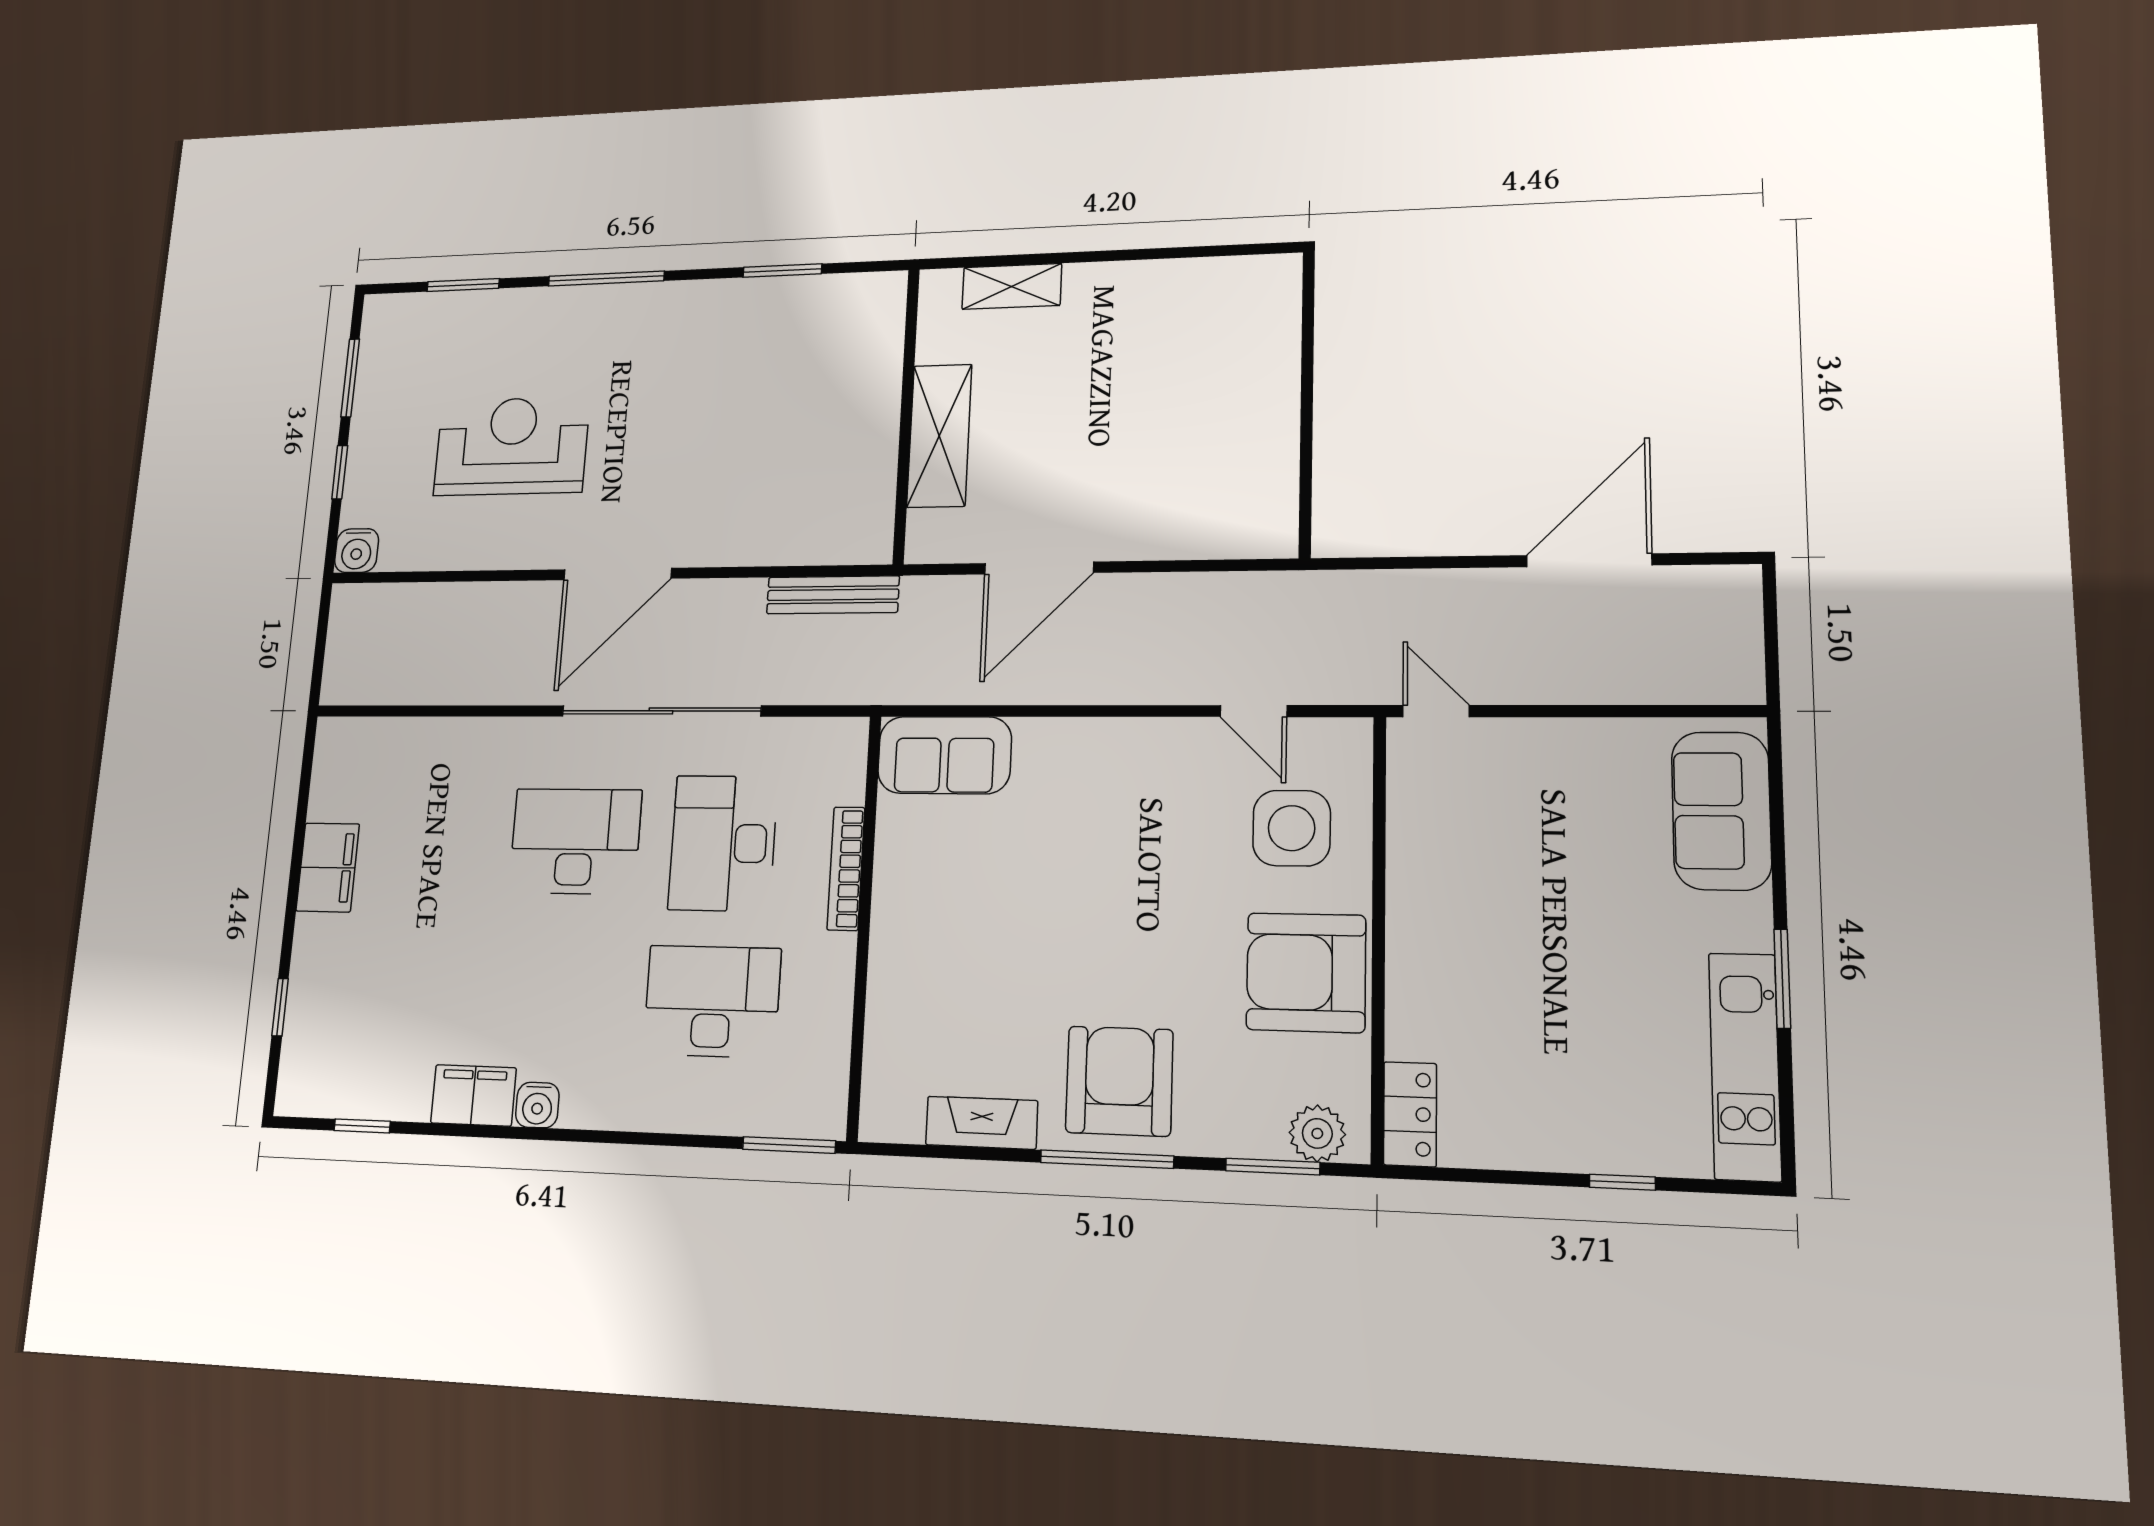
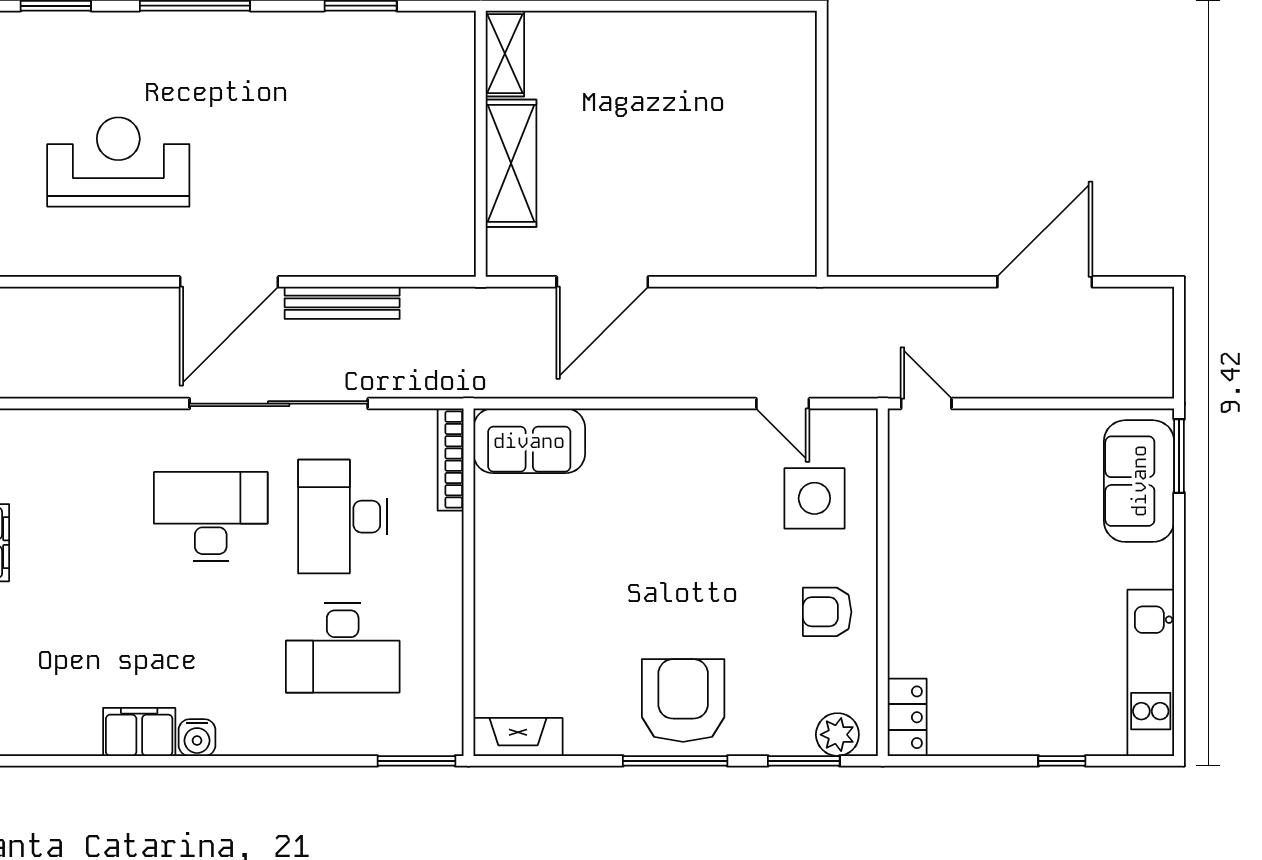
shelving: (1012, 286) -> (505, 54), moved, turned 90
bench: (833, 595) -> (342, 303), moved
bookcase: (846, 869) -> (451, 460), moved
armchair: (1306, 972) -> (827, 612), width x0.53, depth x0.53
window: (1782, 979) -> (1179, 456), moved
desk: (712, 1001) -> (343, 648), turned 180
fireplace: (982, 1123) -> (518, 737), moved
window: (362, 1126) -> (41, 761), removed

